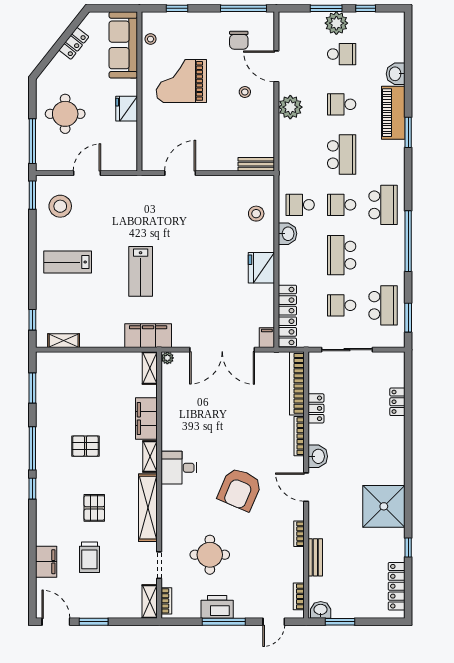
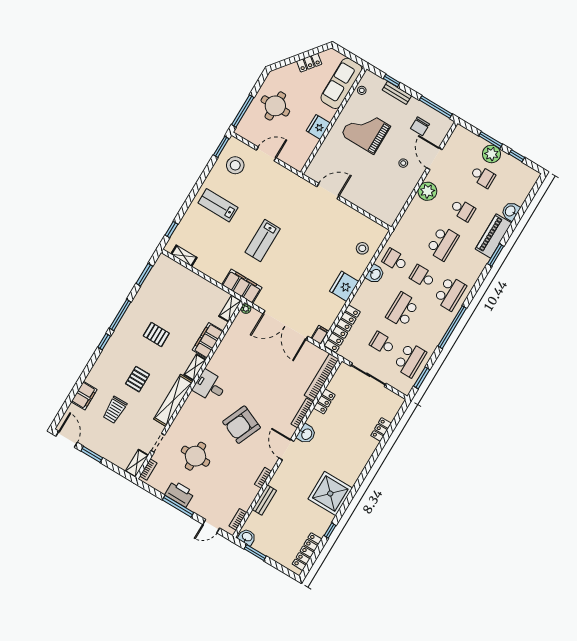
school desk: (342, 104) -> (463, 210), turned 180
bench: (256, 164) -> (397, 93), moved

